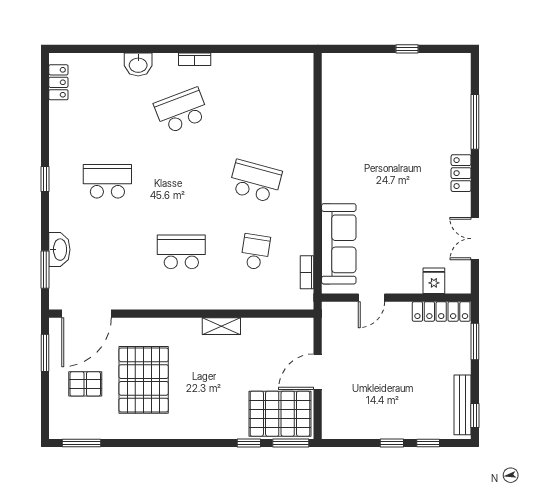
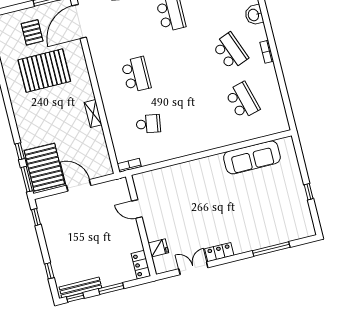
locker: (461, 173) -> (219, 252), moved
school desk: (255, 181) -> (242, 101), moved, turned -30
sofa: (339, 244) -> (252, 157), moved
bookcase: (307, 272) -> (129, 165), moved
locker: (441, 312) -> (141, 265), width x0.66
door: (86, 314) -> (79, 22), hinge flipped
window: (475, 341) -> (111, 289), moved
window: (392, 443) -> (36, 217), moved

